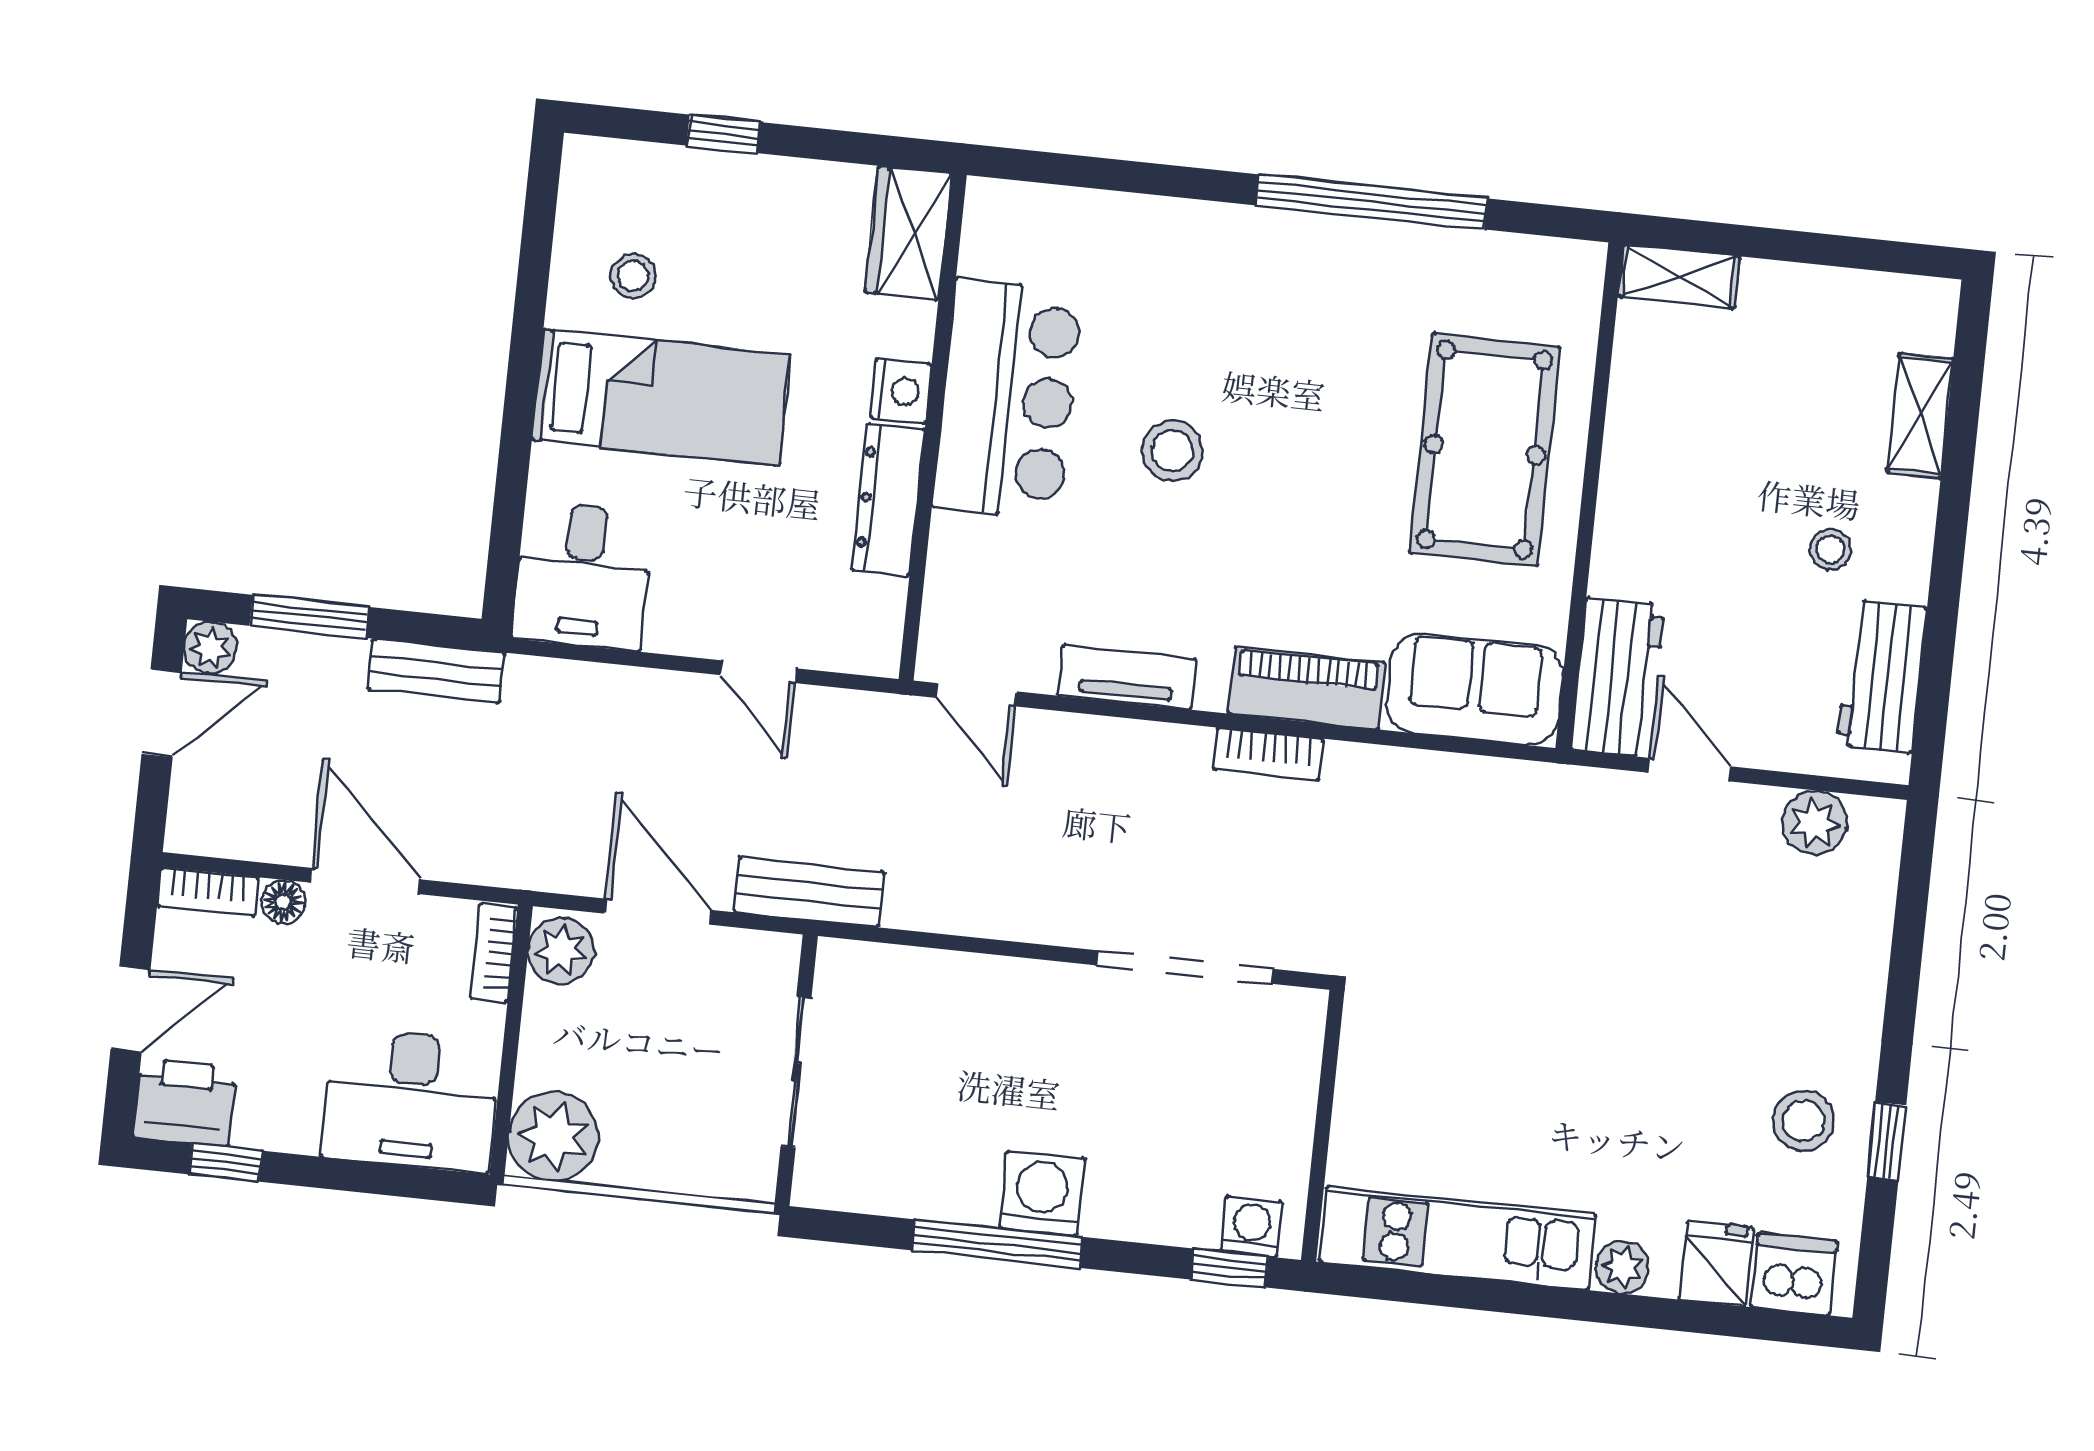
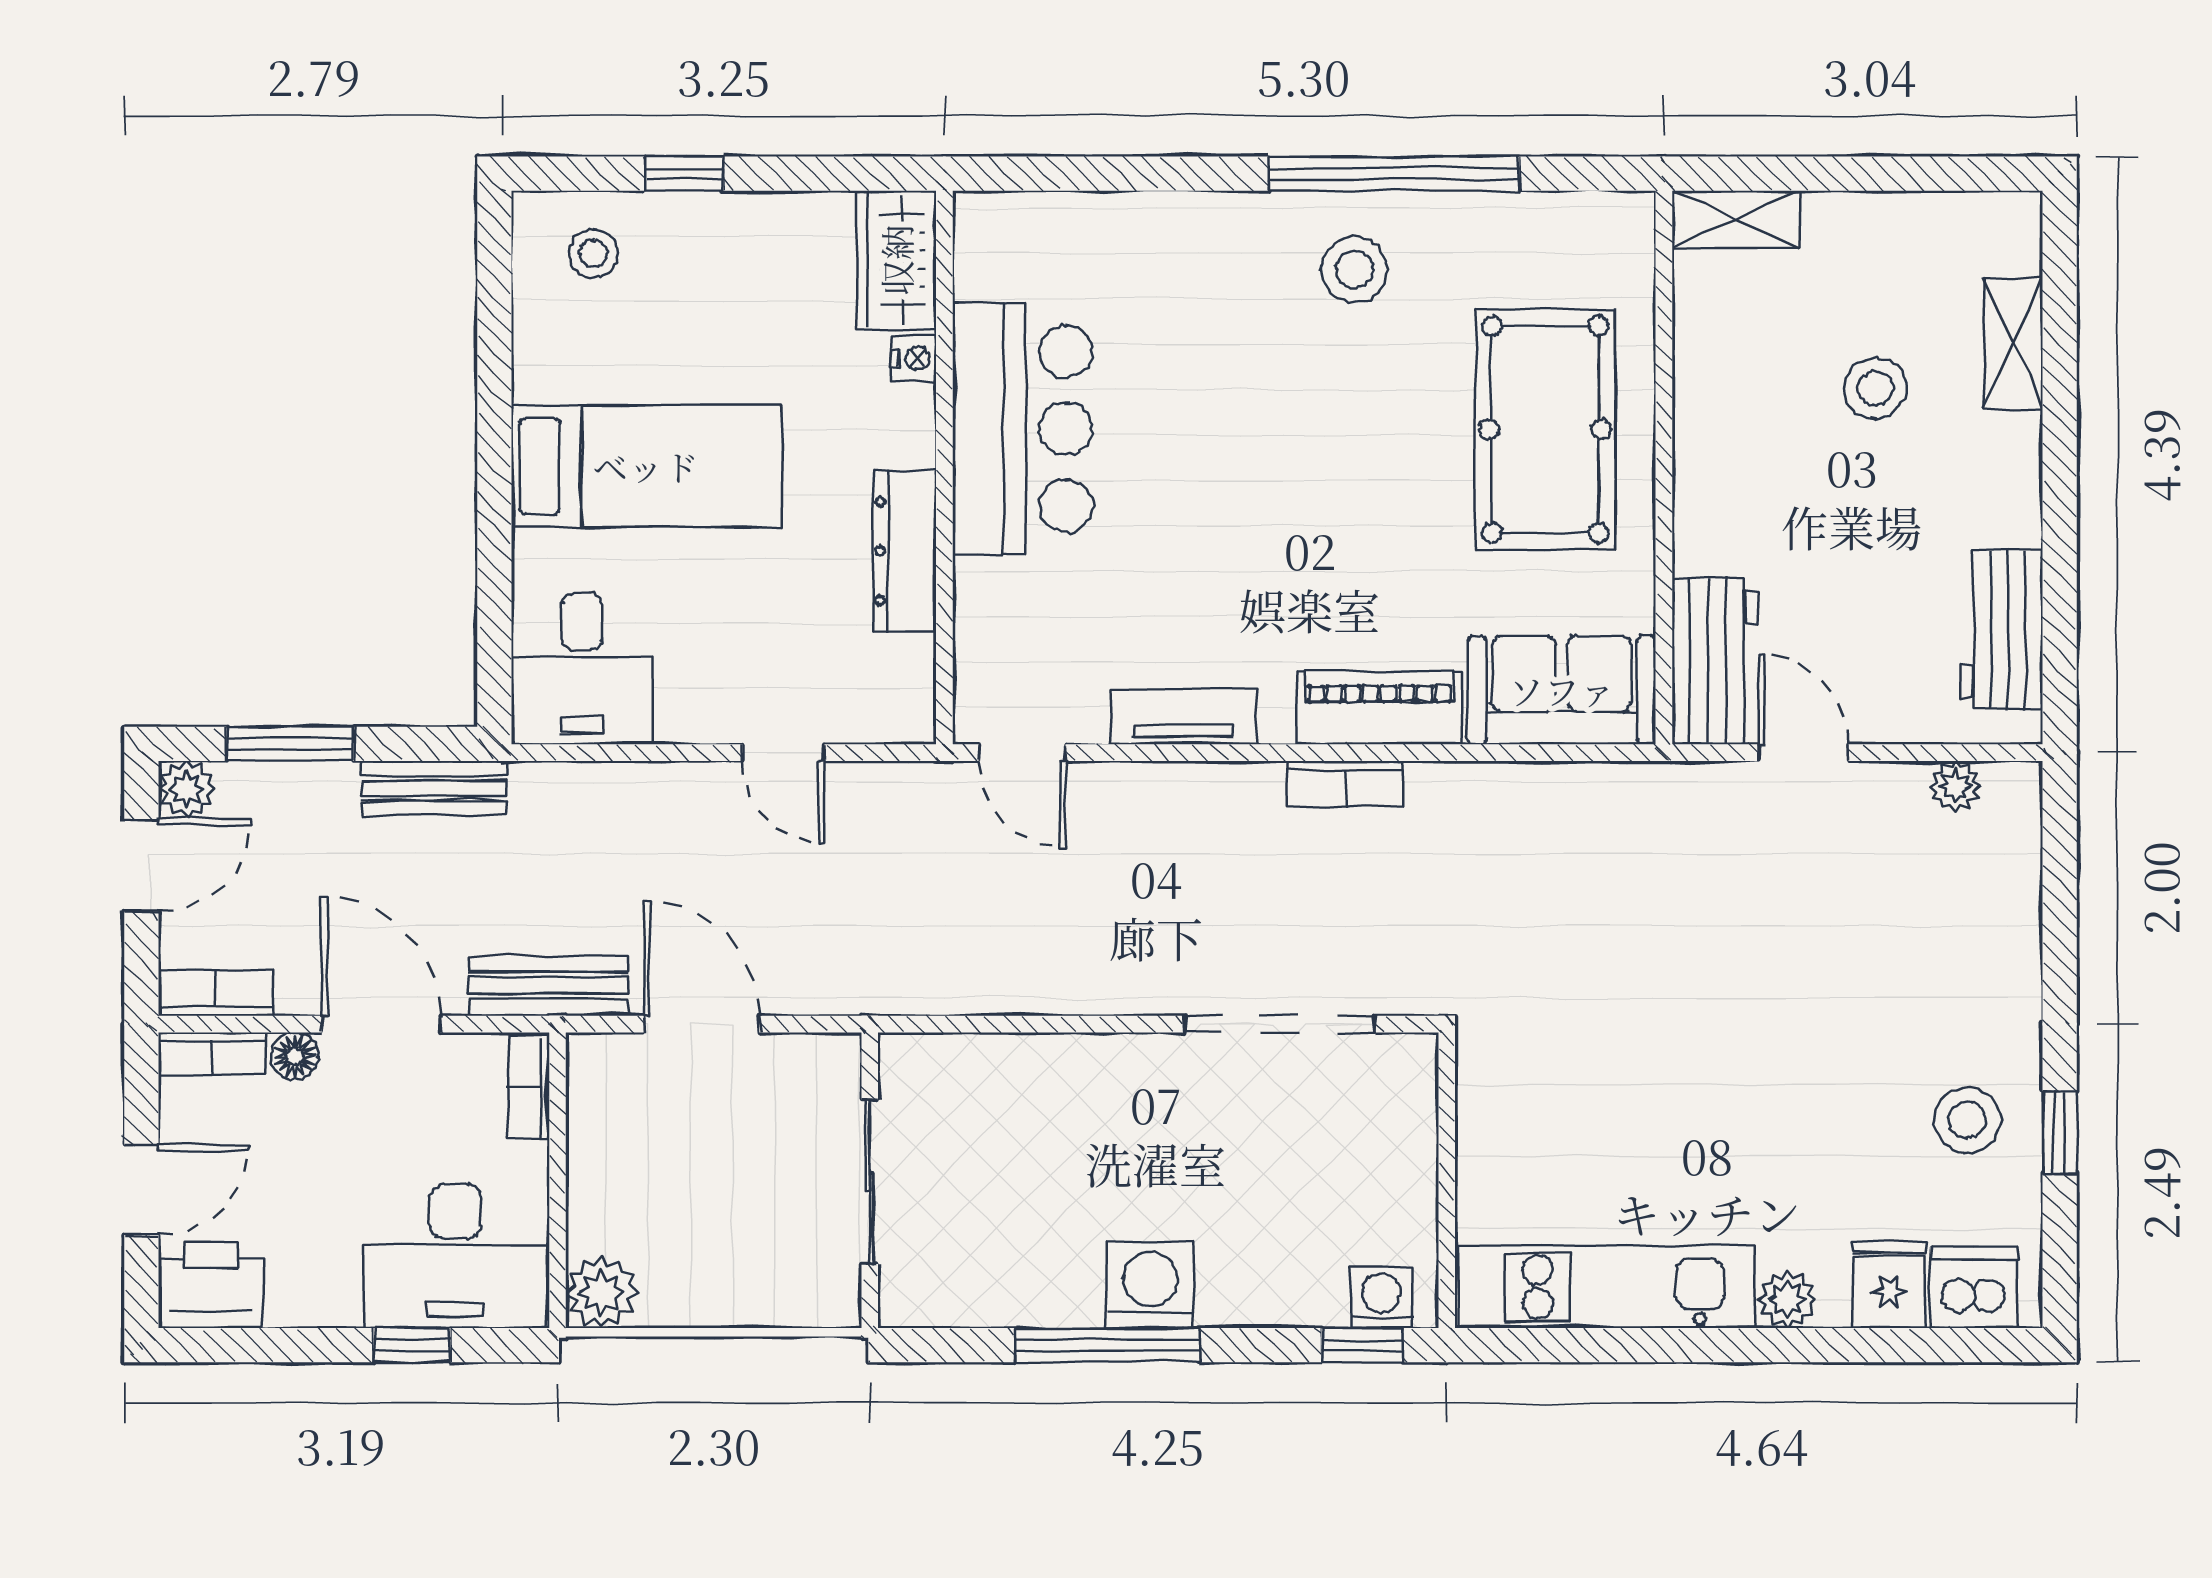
stool: (633, 276) -> (593, 254), moved
nightstand: (901, 391) -> (914, 358), moved, width x0.72, depth x0.74
stool: (1172, 451) -> (1354, 269), moved
stool: (1831, 549) -> (1875, 388), moved, width x1.37, depth x1.37
plant: (1815, 823) -> (1955, 786), width x0.73, depth x0.73
bookcase: (217, 837) -> (216, 993), added
bench: (809, 892) -> (548, 986), moved
plant: (561, 951) -> (601, 1078), removed
plant: (553, 1137) -> (601, 1293), width x0.73, depth x0.73
window: (225, 1163) -> (412, 1345), moved

